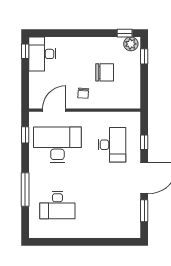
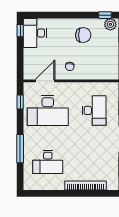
chair: (105, 72) -> (83, 35), moved
desk: (57, 145) -> (48, 110), turned 180
bookcase: (102, 233) -> (86, 186), added

